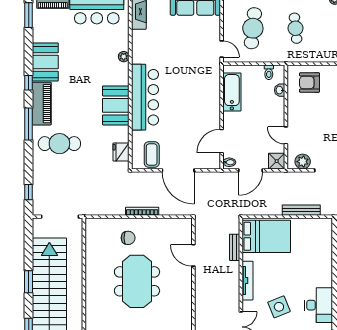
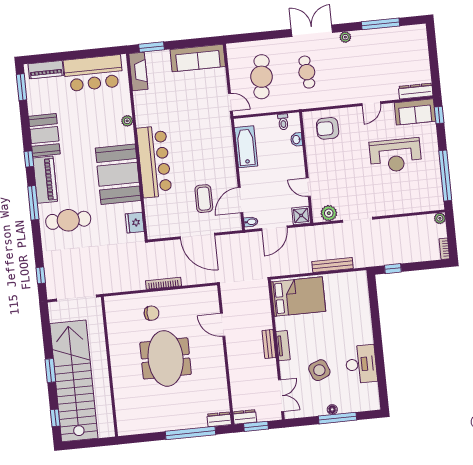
booth: (116, 105) -> (118, 174), width x1.36, depth x1.42
coffee table: (152, 155) -> (204, 199), moved
bench: (235, 247) -> (269, 344), moved
tv unit: (247, 281) -> (283, 346), width x0.71

